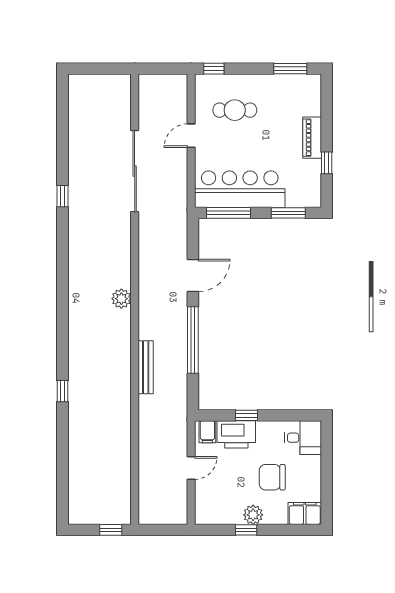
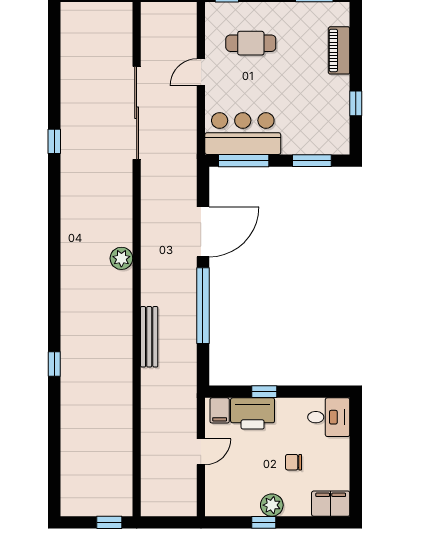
piano: (312, 138) -> (339, 50), moved
bar counter: (240, 189) -> (243, 134), width x0.73
door: (193, 275) -> (203, 232), width x1.36
chair: (272, 477) -> (294, 462), width x0.54, depth x0.54

